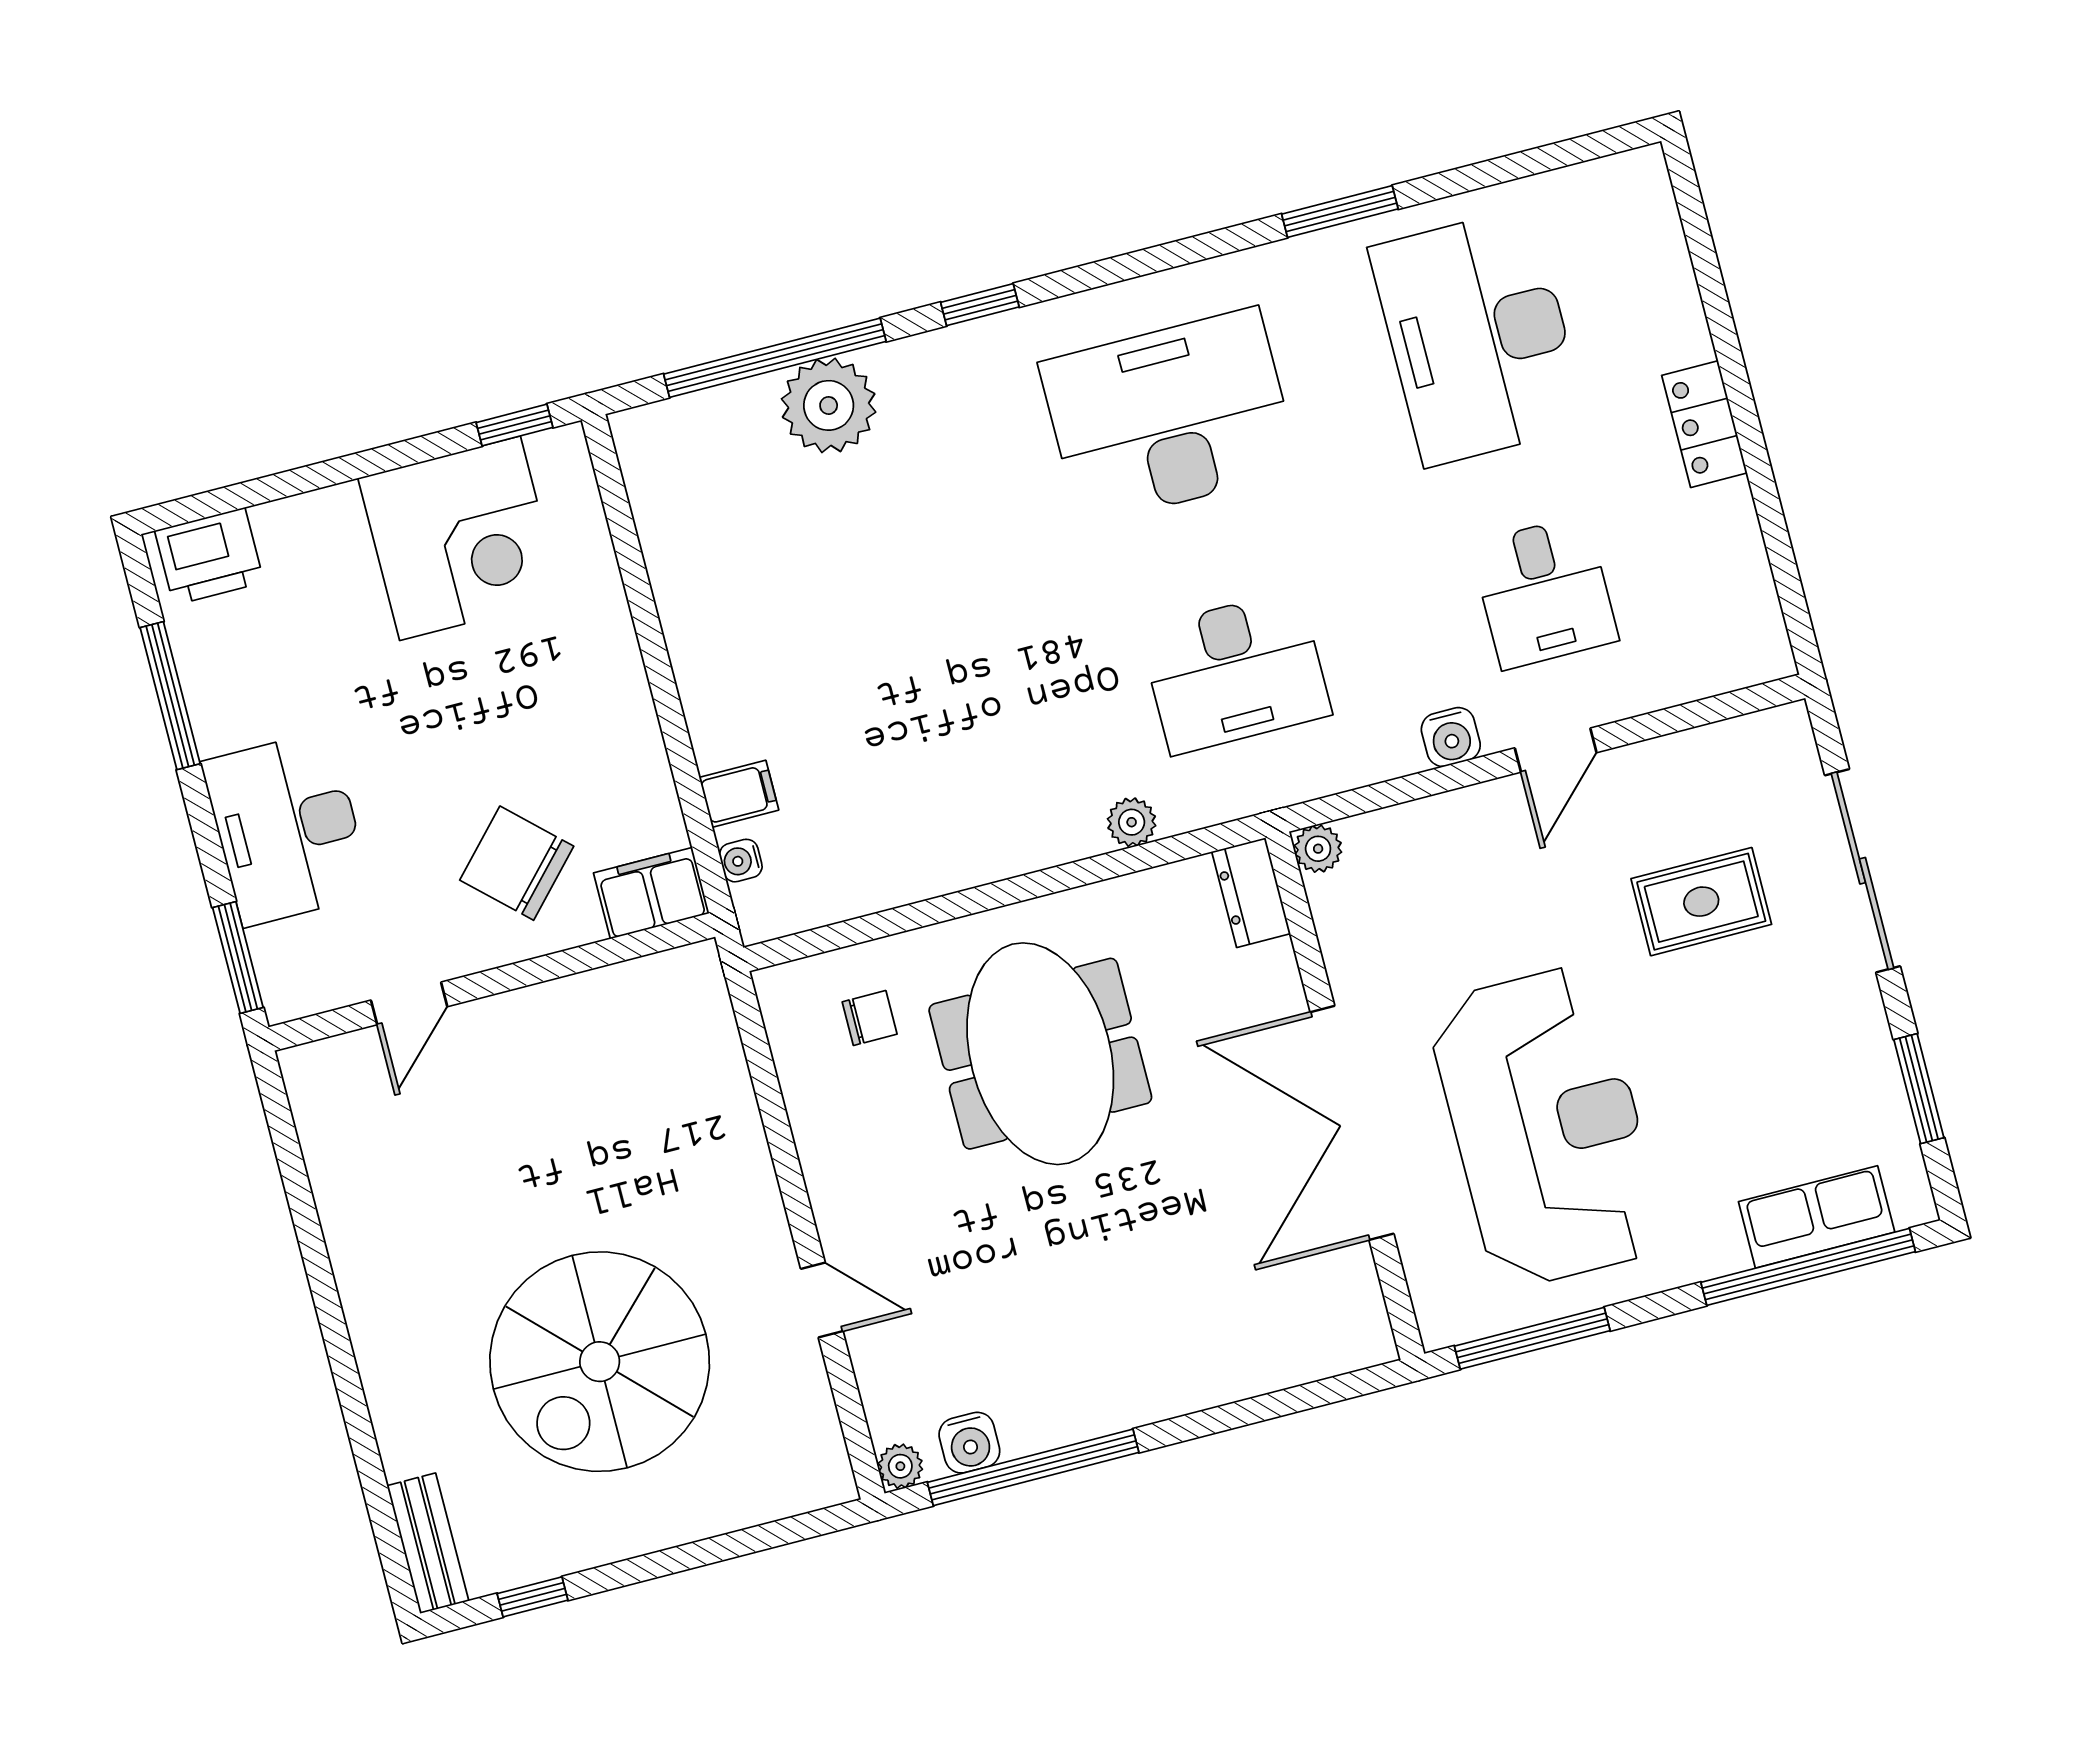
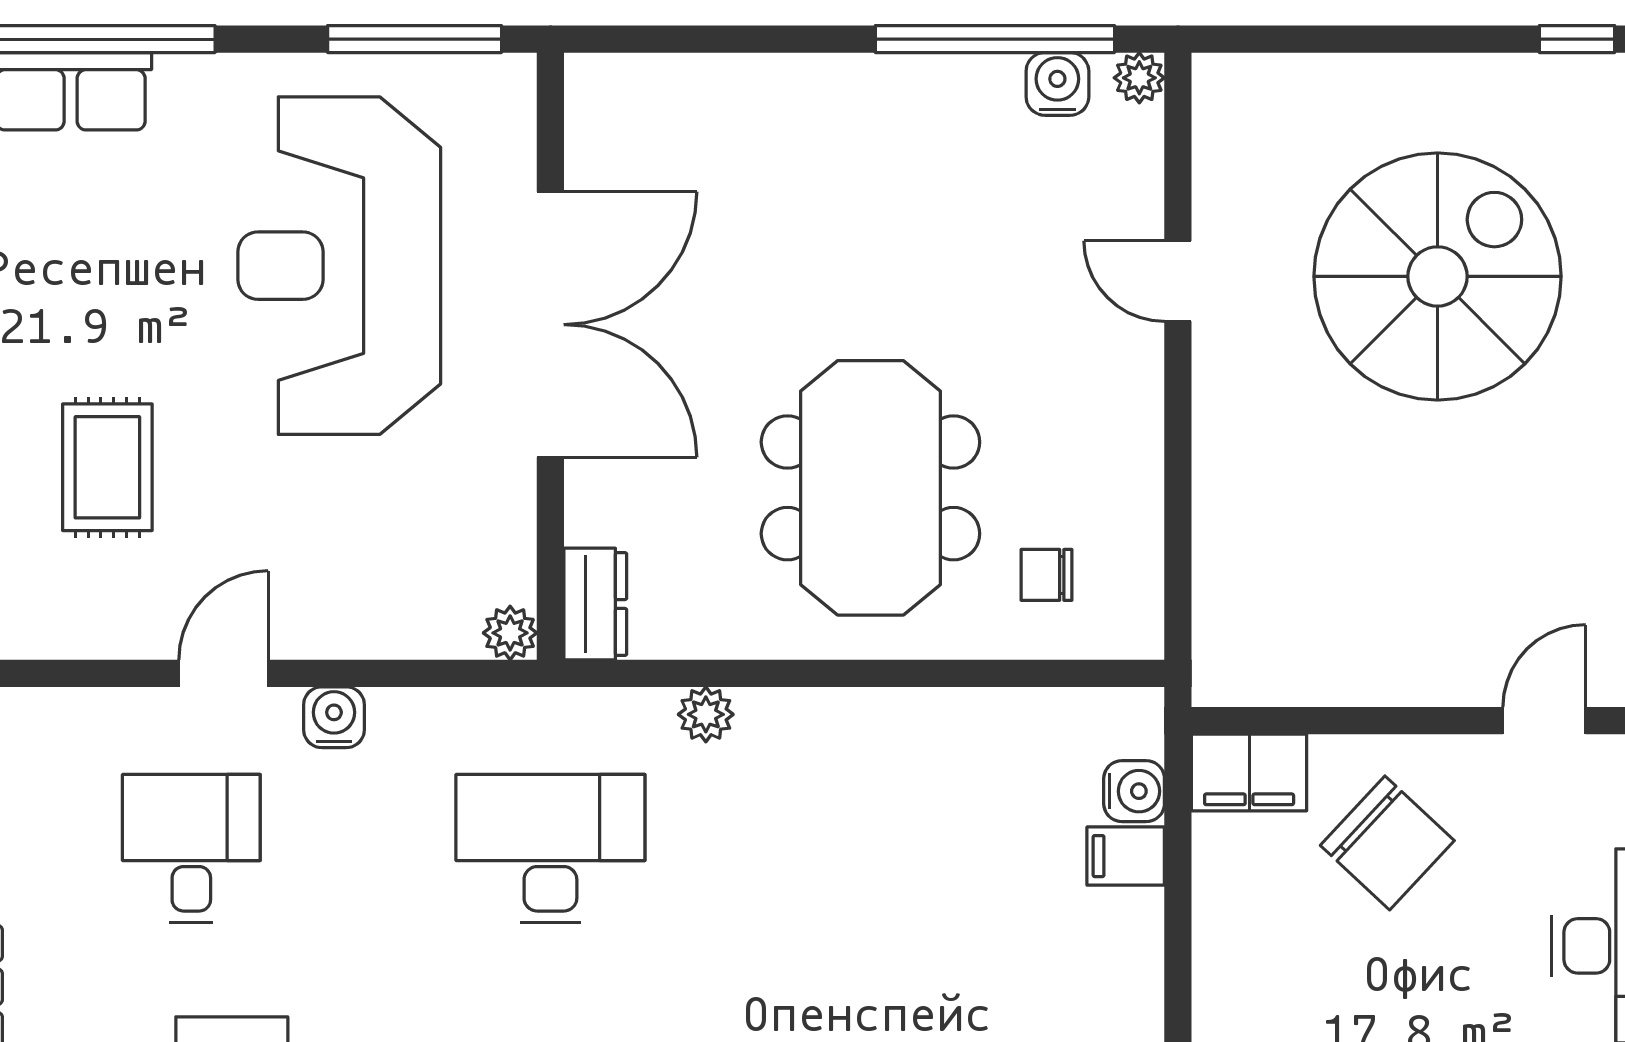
water cooler: (741, 861) -> (1134, 791), width x1.38, depth x1.38
rug: (1701, 902) -> (107, 467), turned 90

